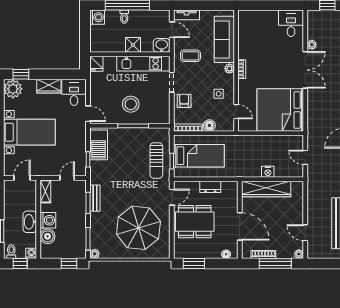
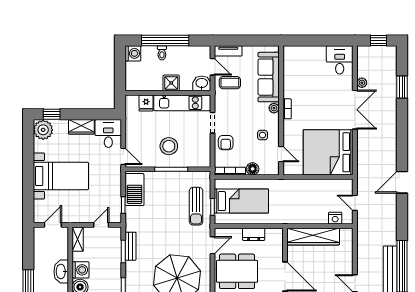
coffee table: (191, 56) -> (230, 83), moved
fridge: (96, 64) -> (146, 103), moved
armchair: (184, 101) -> (226, 143), turned 180
nightstand: (268, 172) -> (335, 218), moved

